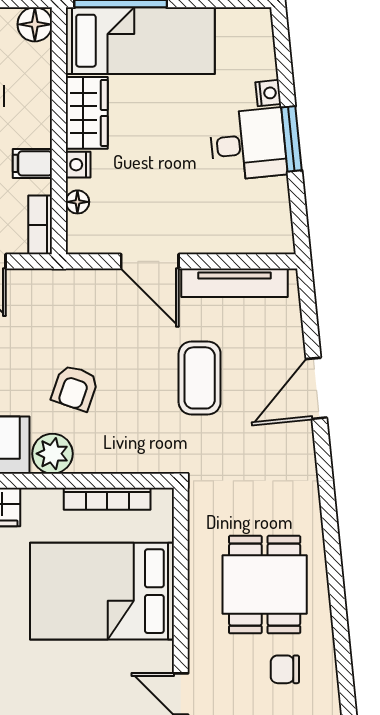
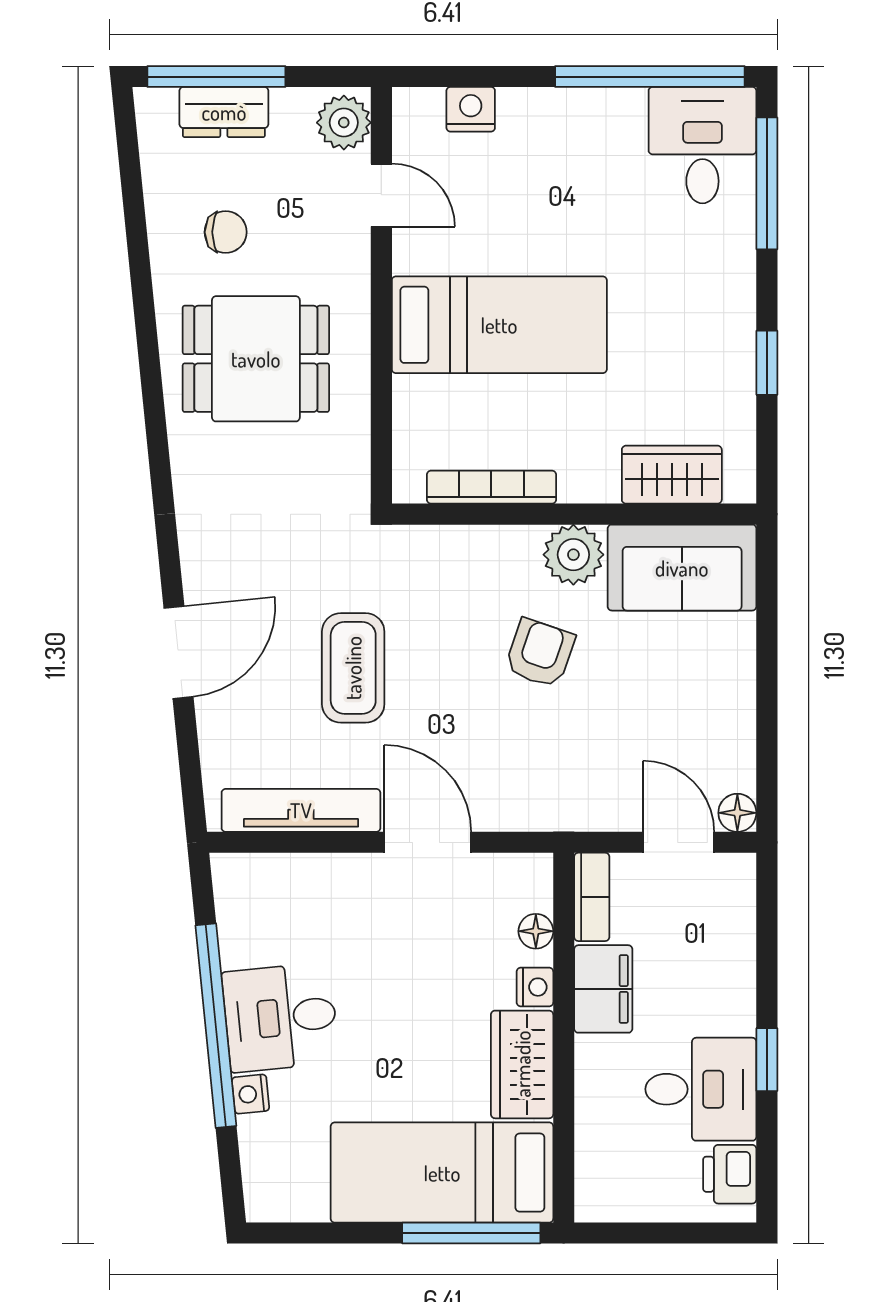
floor lamp: (35, 24) -> (600, 1197), removed
window: (291, 139) -> (216, 1026), width x2.11
filing cabinet: (32, 163) -> (603, 989), width x2.00
dining table: (265, 585) -> (256, 359), turned 90
bed: (102, 591) -> (499, 325), width x0.67

